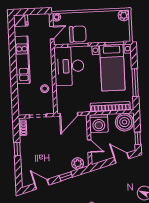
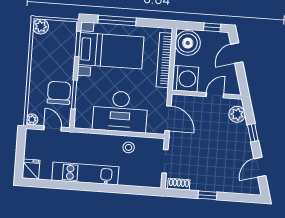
desk: (69, 66) -> (120, 111), moved
window: (135, 83) -> (117, 21), moved

